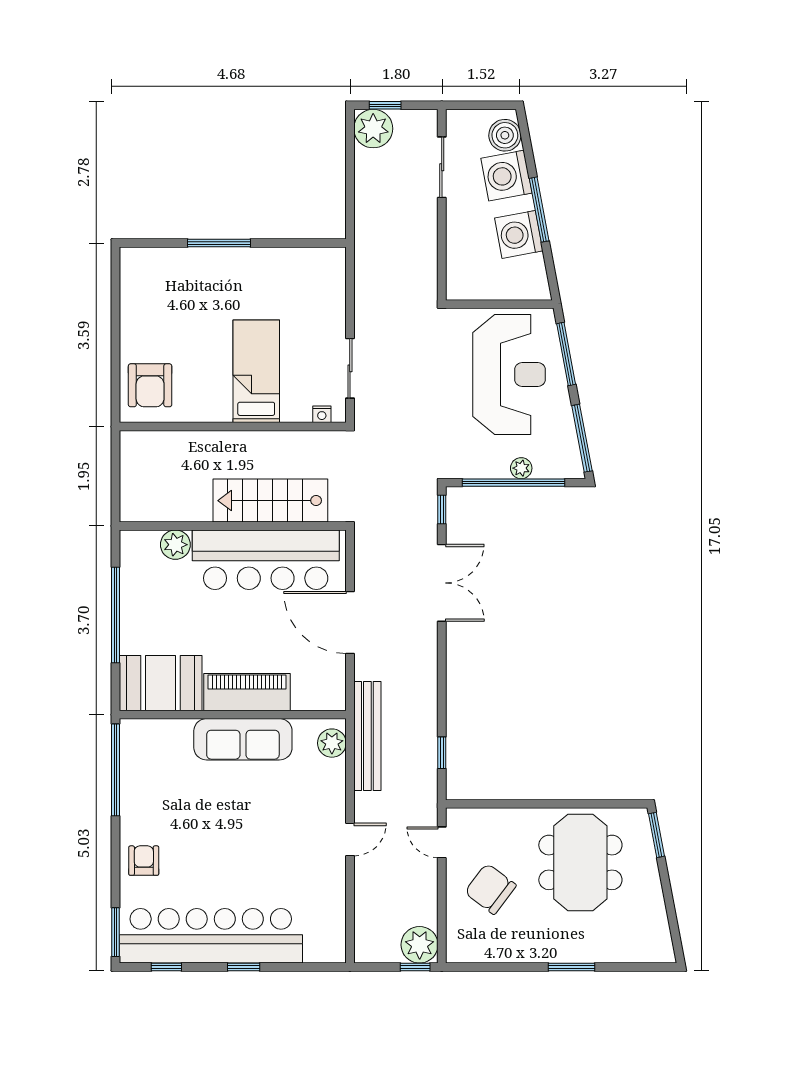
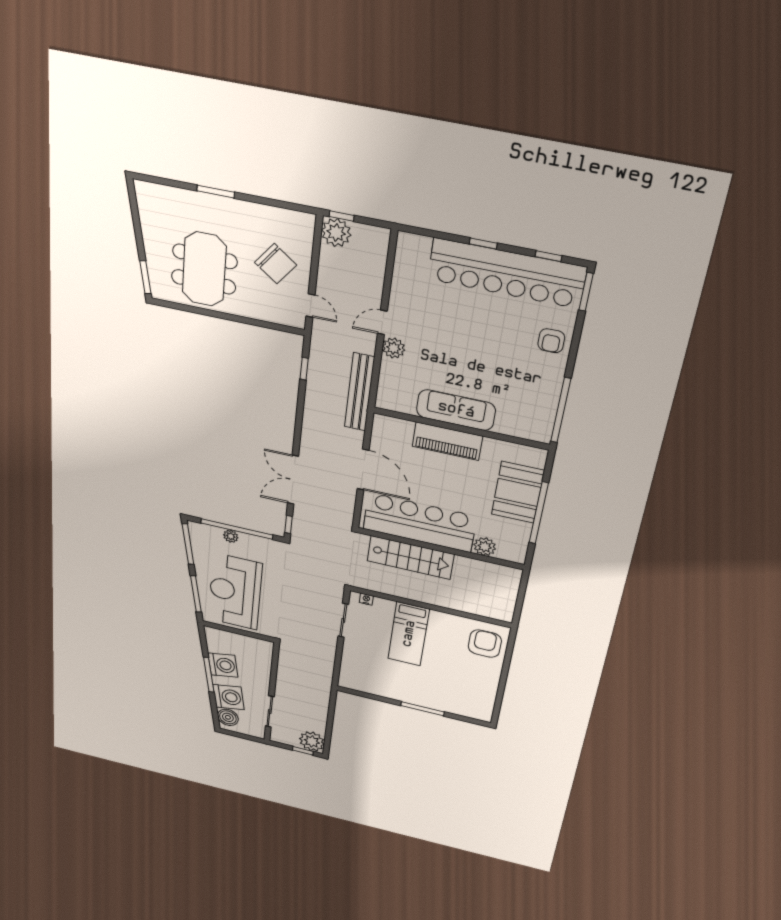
booth: (161, 683) -> (518, 492), moved, turned 90
plant: (332, 743) -> (394, 348), moved

